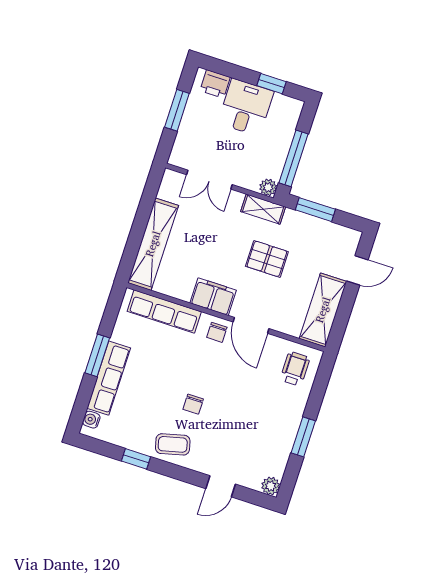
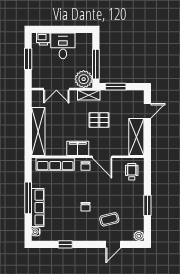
window: (272, 84) -> (72, 29), removed
plant: (268, 187) -> (84, 79), width x1.88, depth x1.88
window: (97, 355) -> (28, 198), width x1.44
coffee table: (173, 444) -> (109, 219), moved

